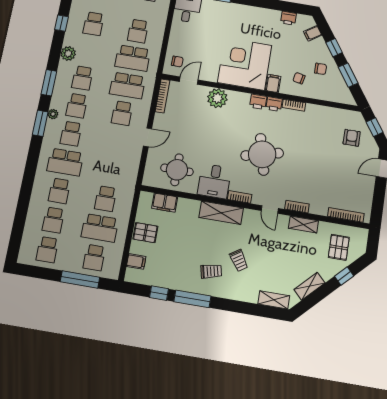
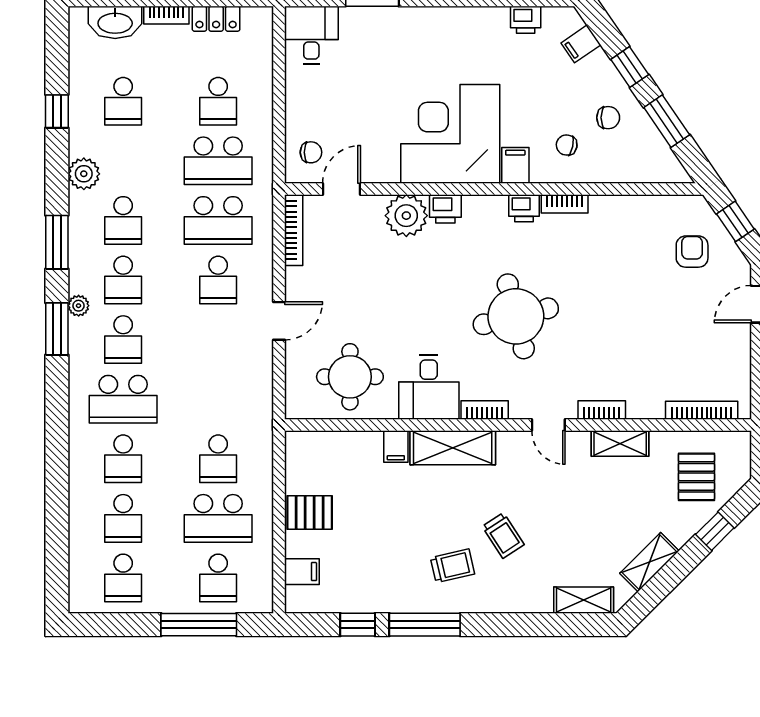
printer: (258, 102) -> (445, 209), moved
filing cabinet: (165, 203) -> (396, 447), moved, width x0.50

